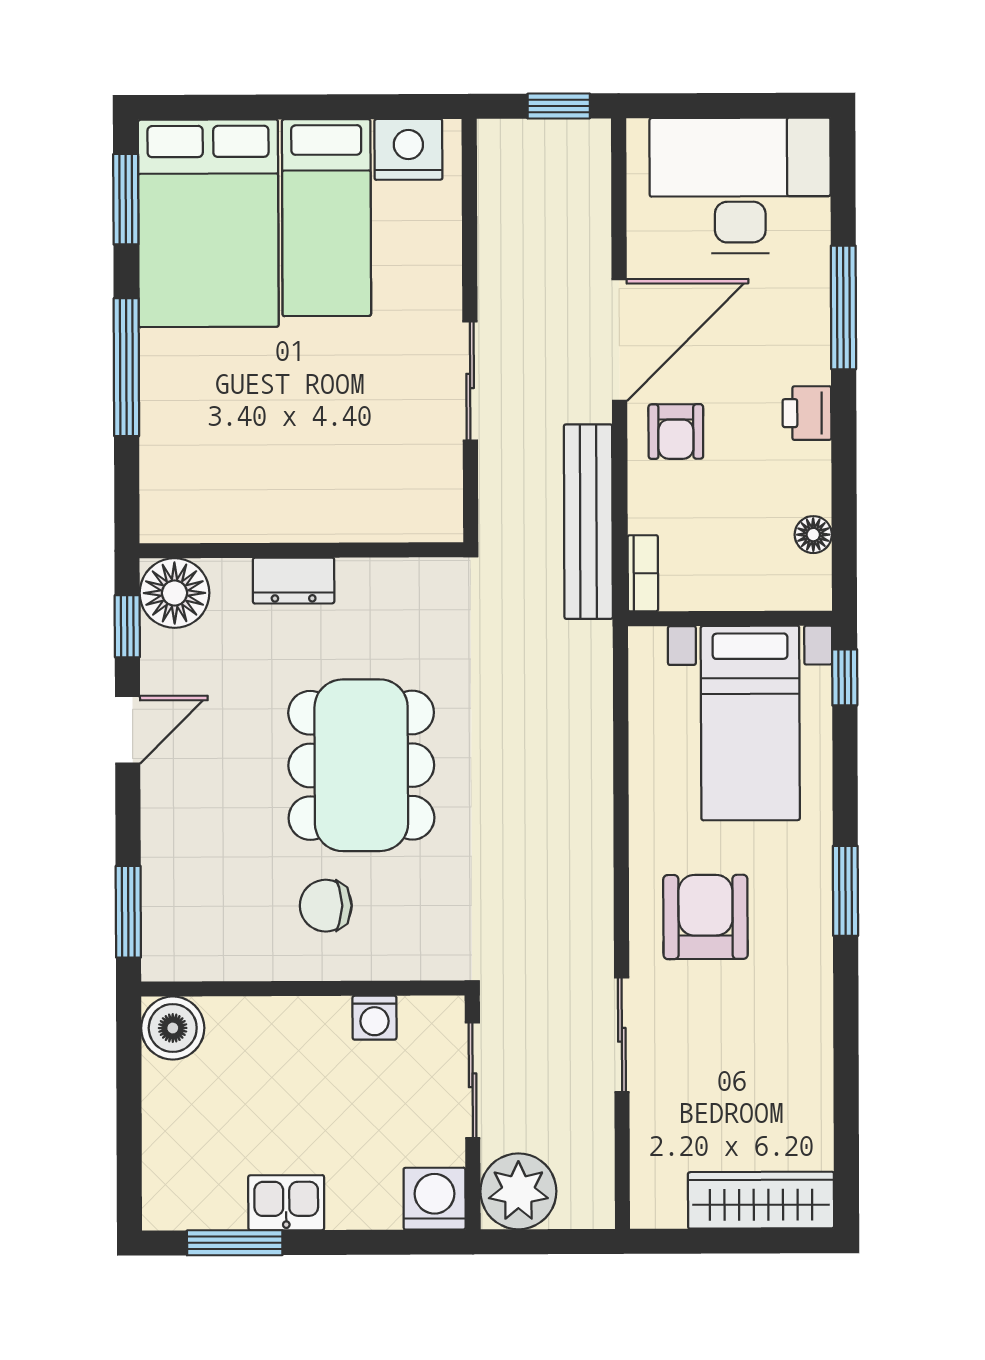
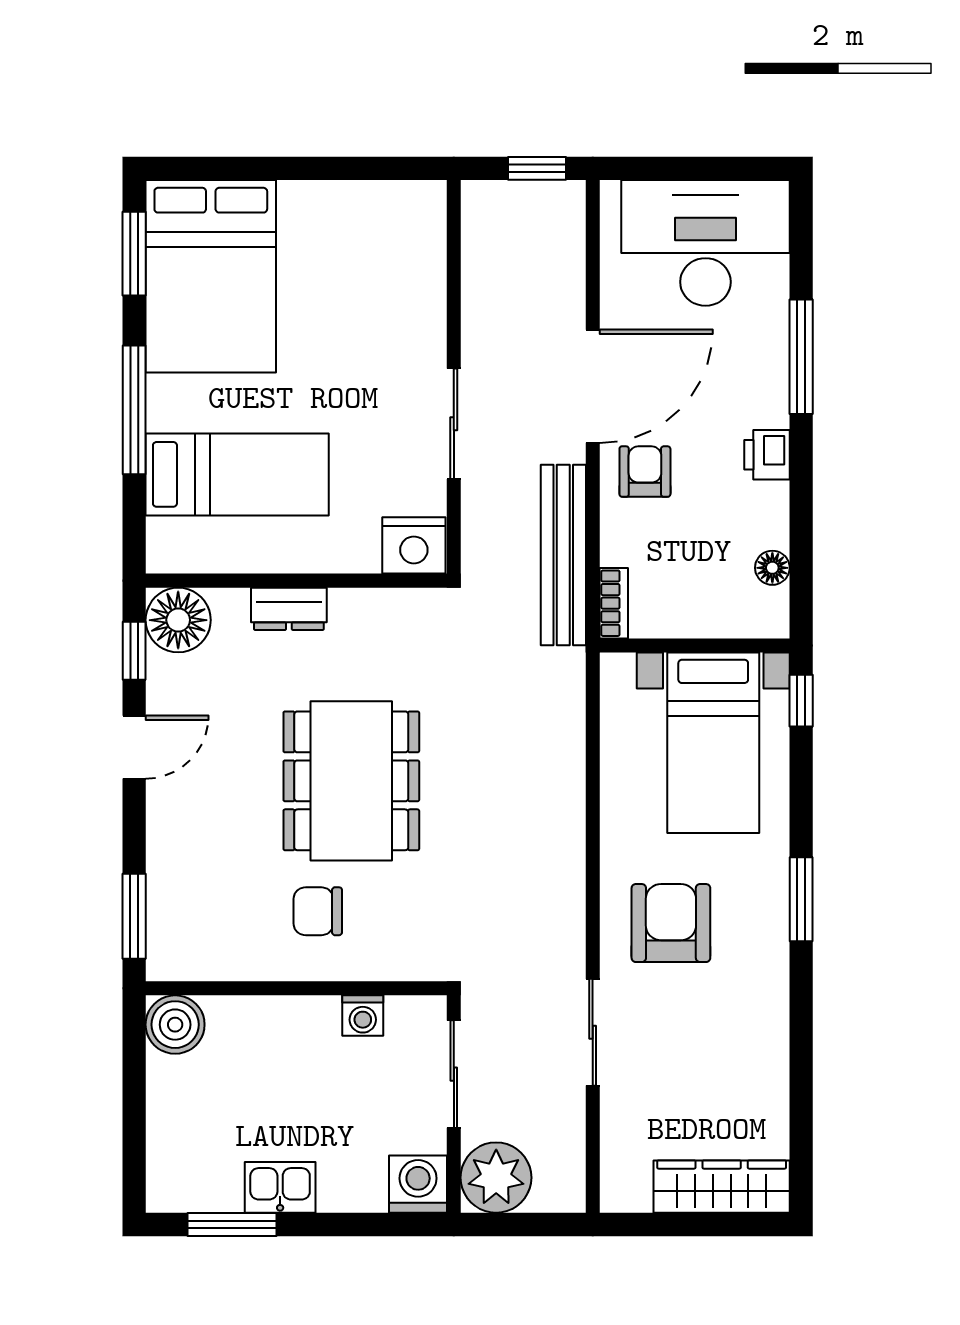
nightstand: (408, 149) -> (414, 545), moved, turned 180
bed: (326, 218) -> (237, 474), moved, turned -90
armchair: (676, 432) -> (645, 472), turned 180

